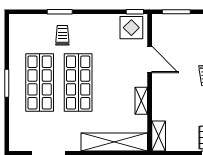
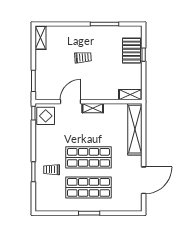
shelving: (141, 101) -> (93, 108), moved

